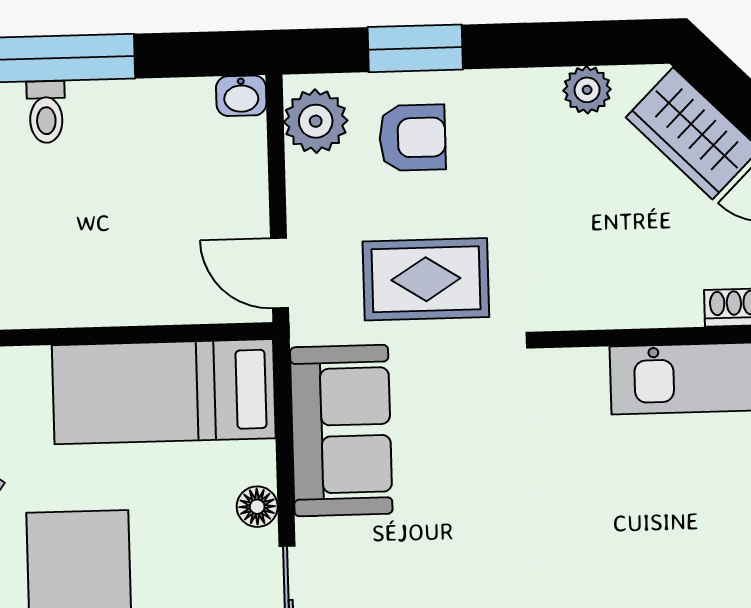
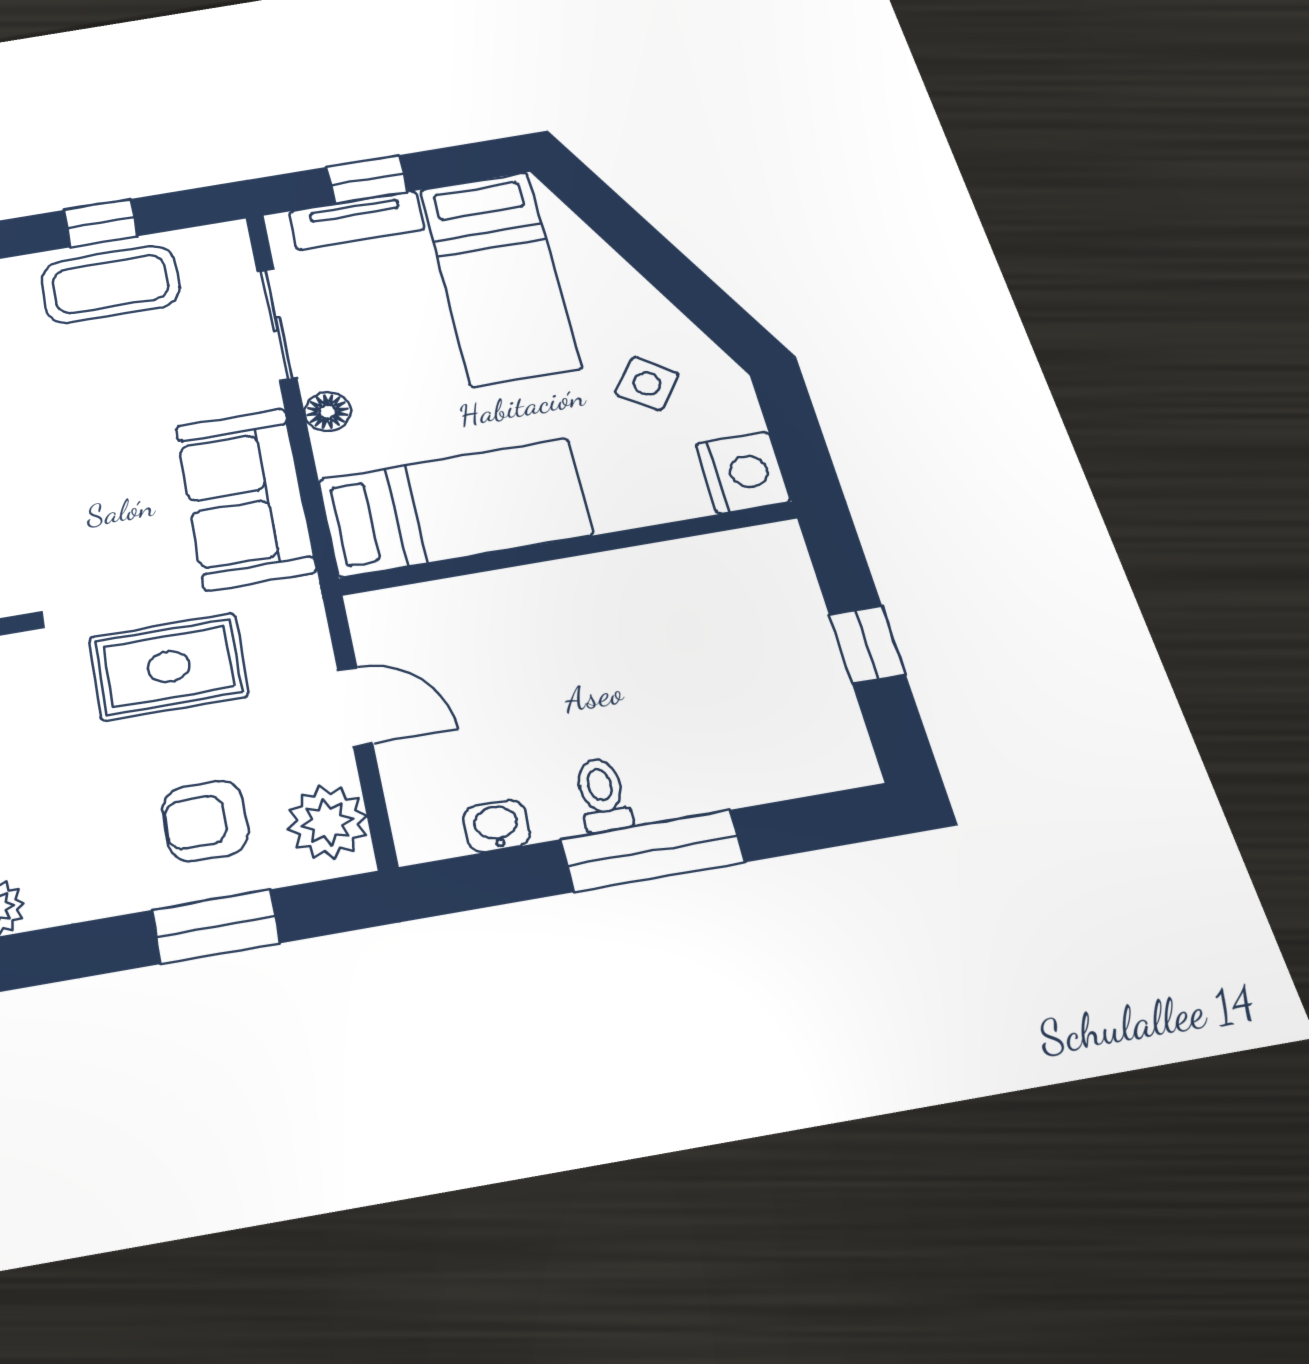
washbasin: (241, 96) -> (496, 826), moved
toilet: (46, 112) -> (602, 795), moved
door: (279, 273) -> (355, 706), moved

